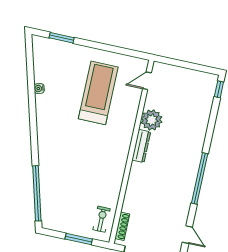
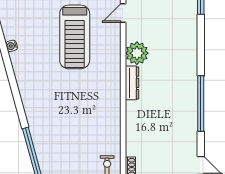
treadmill: (98, 93) -> (75, 37), turned 180

